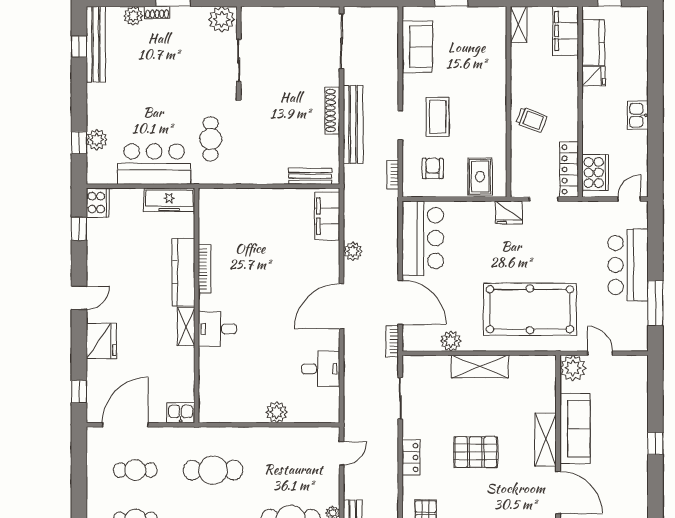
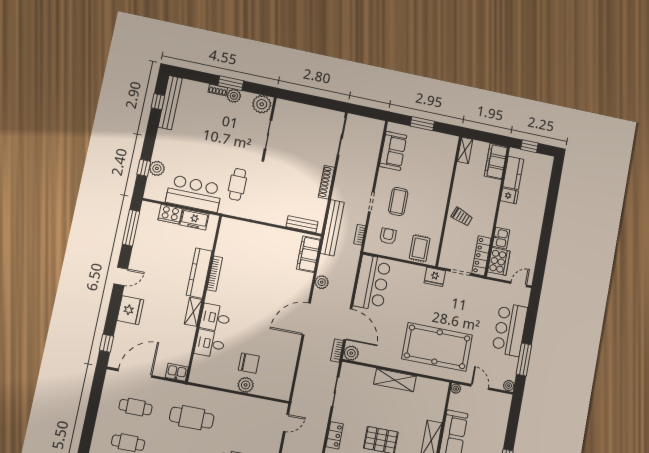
plant: (133, 16) -> (234, 96), moved
kitchen sink: (638, 115) -> (501, 238), moved, turned 180
bench: (353, 124) -> (332, 228), moved
freezer: (169, 200) -> (194, 219), width x0.71
cooker: (98, 203) -> (170, 214), moved, turned 90
window: (79, 229) -> (131, 228), width x2.17
plant: (451, 341) -> (351, 353), moved
plant: (640, 344) -> (509, 386), added
plant: (573, 368) -> (456, 389), width x0.53, depth x0.53
desk: (321, 369) -> (210, 344), moved, turned 180
chair: (275, 382) -> (249, 363), added

